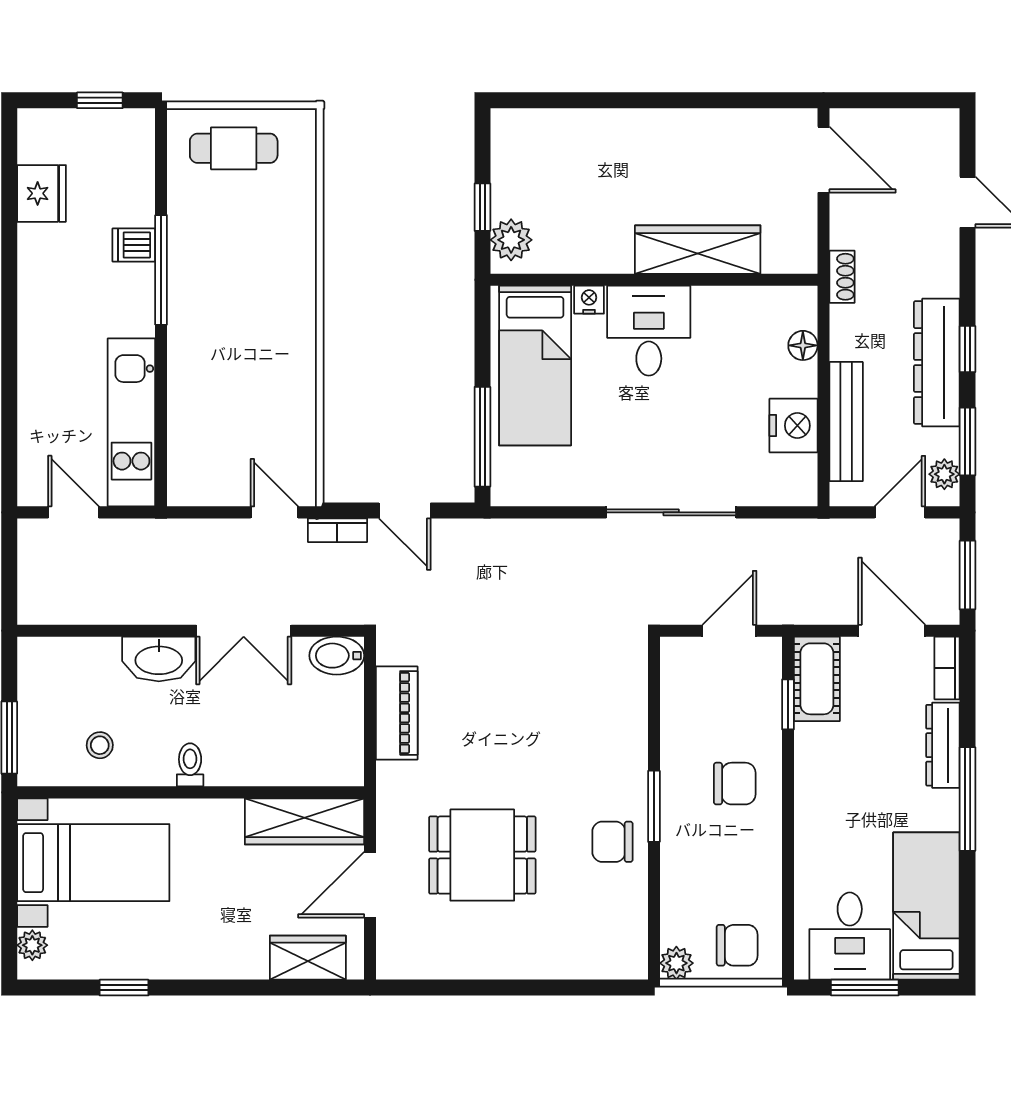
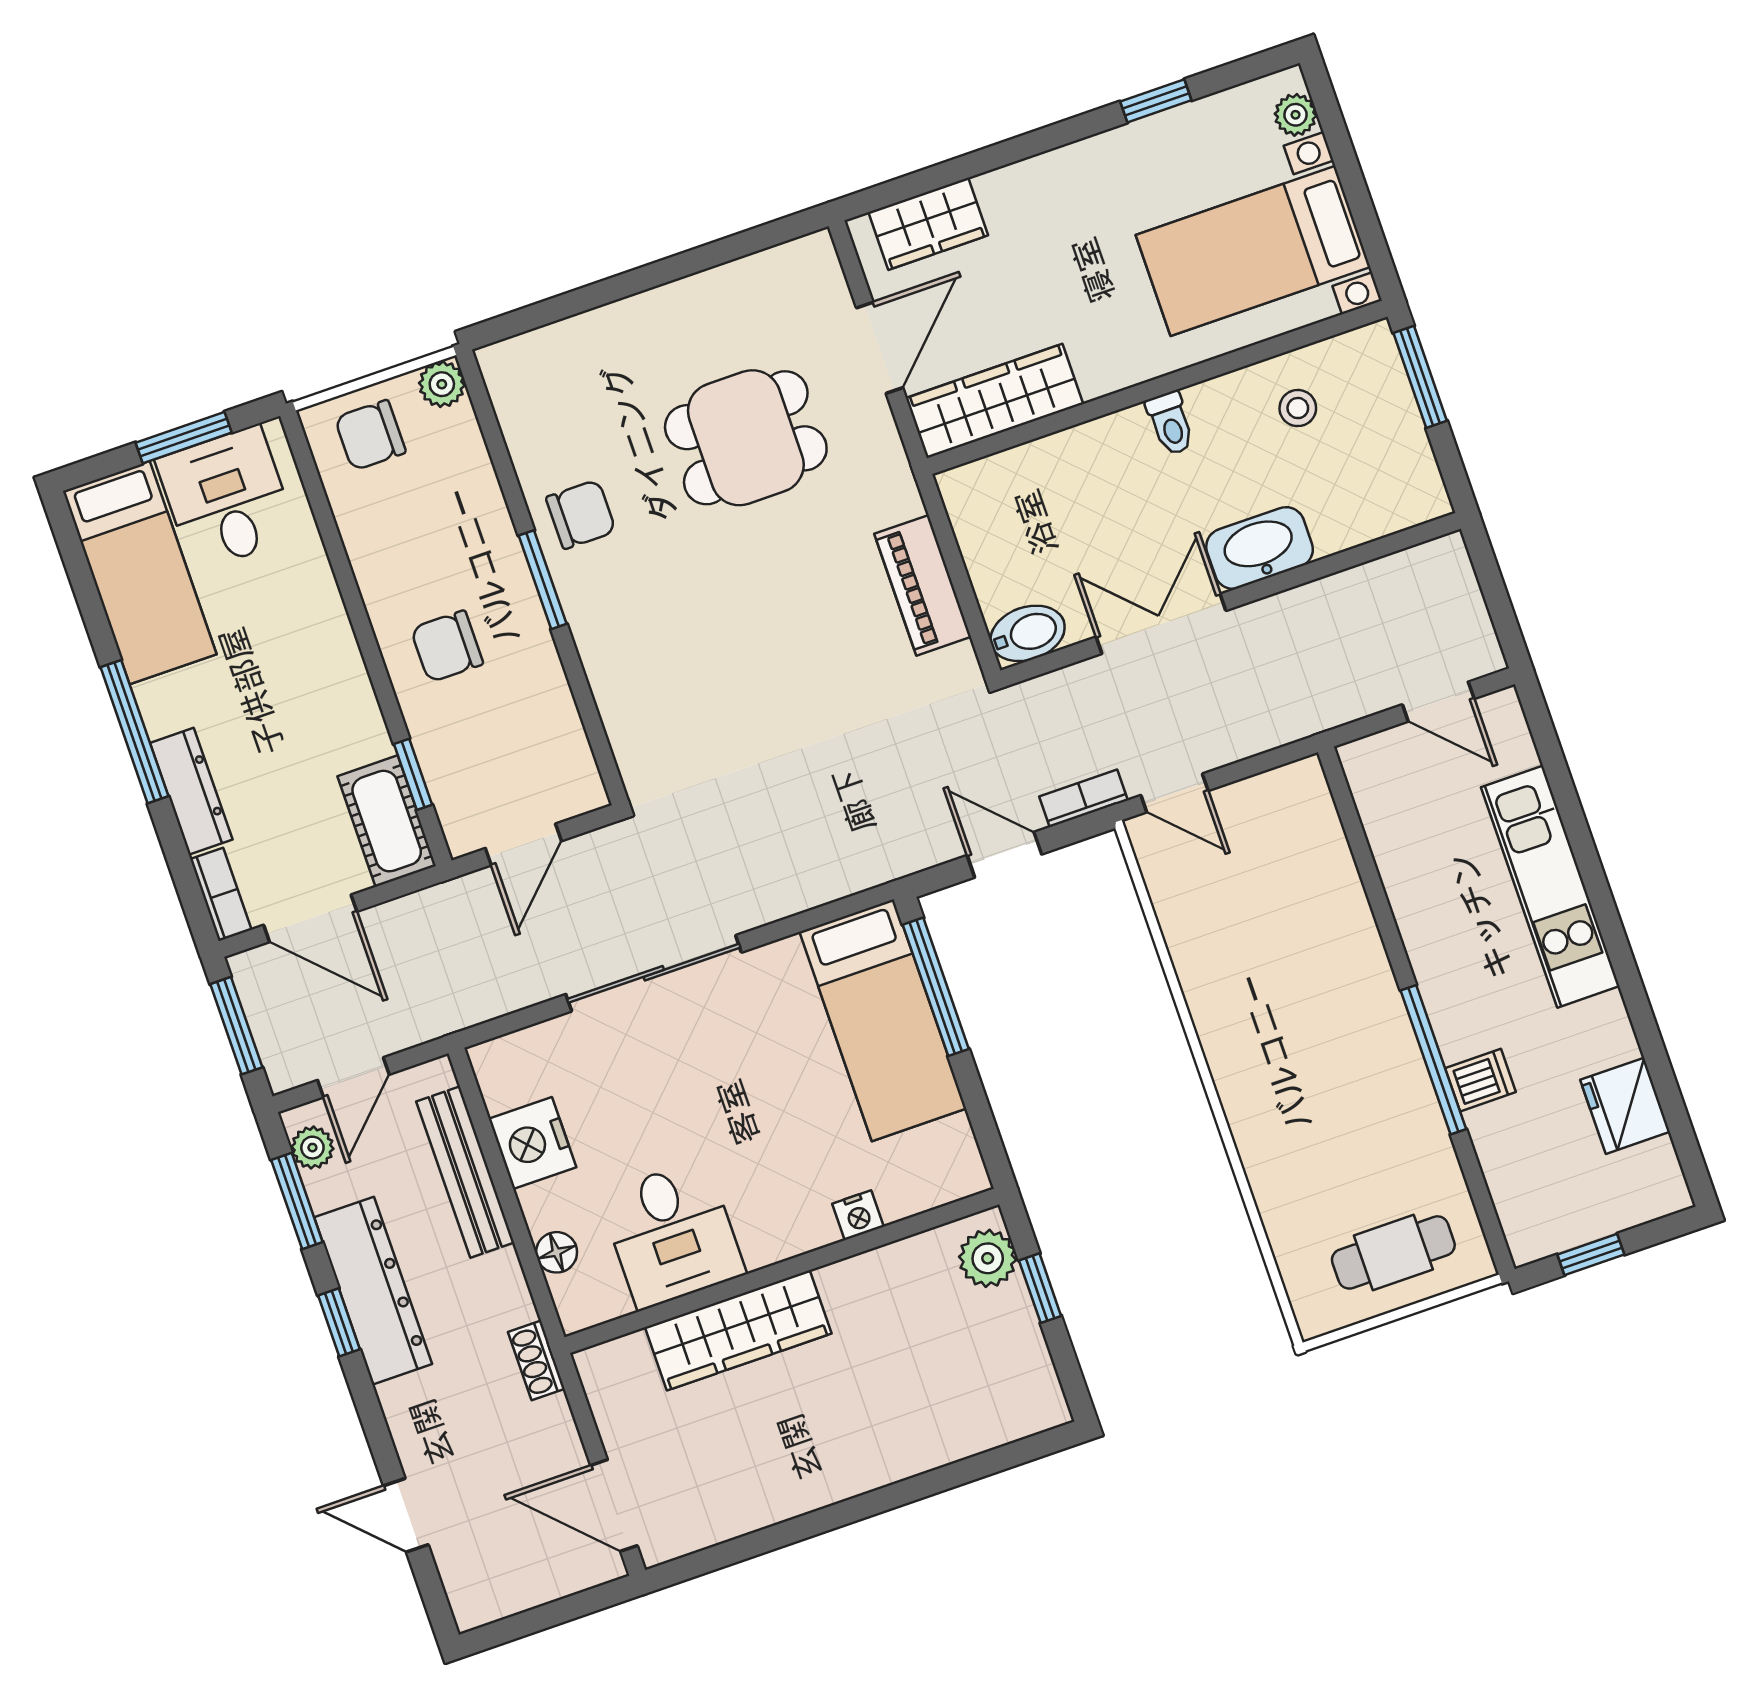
desk: (649, 331) -> (672, 1234), moved
bed: (535, 366) -> (883, 1020), moved, turned 180
kitchen unit: (131, 422) -> (1550, 887), moved, turned 180

